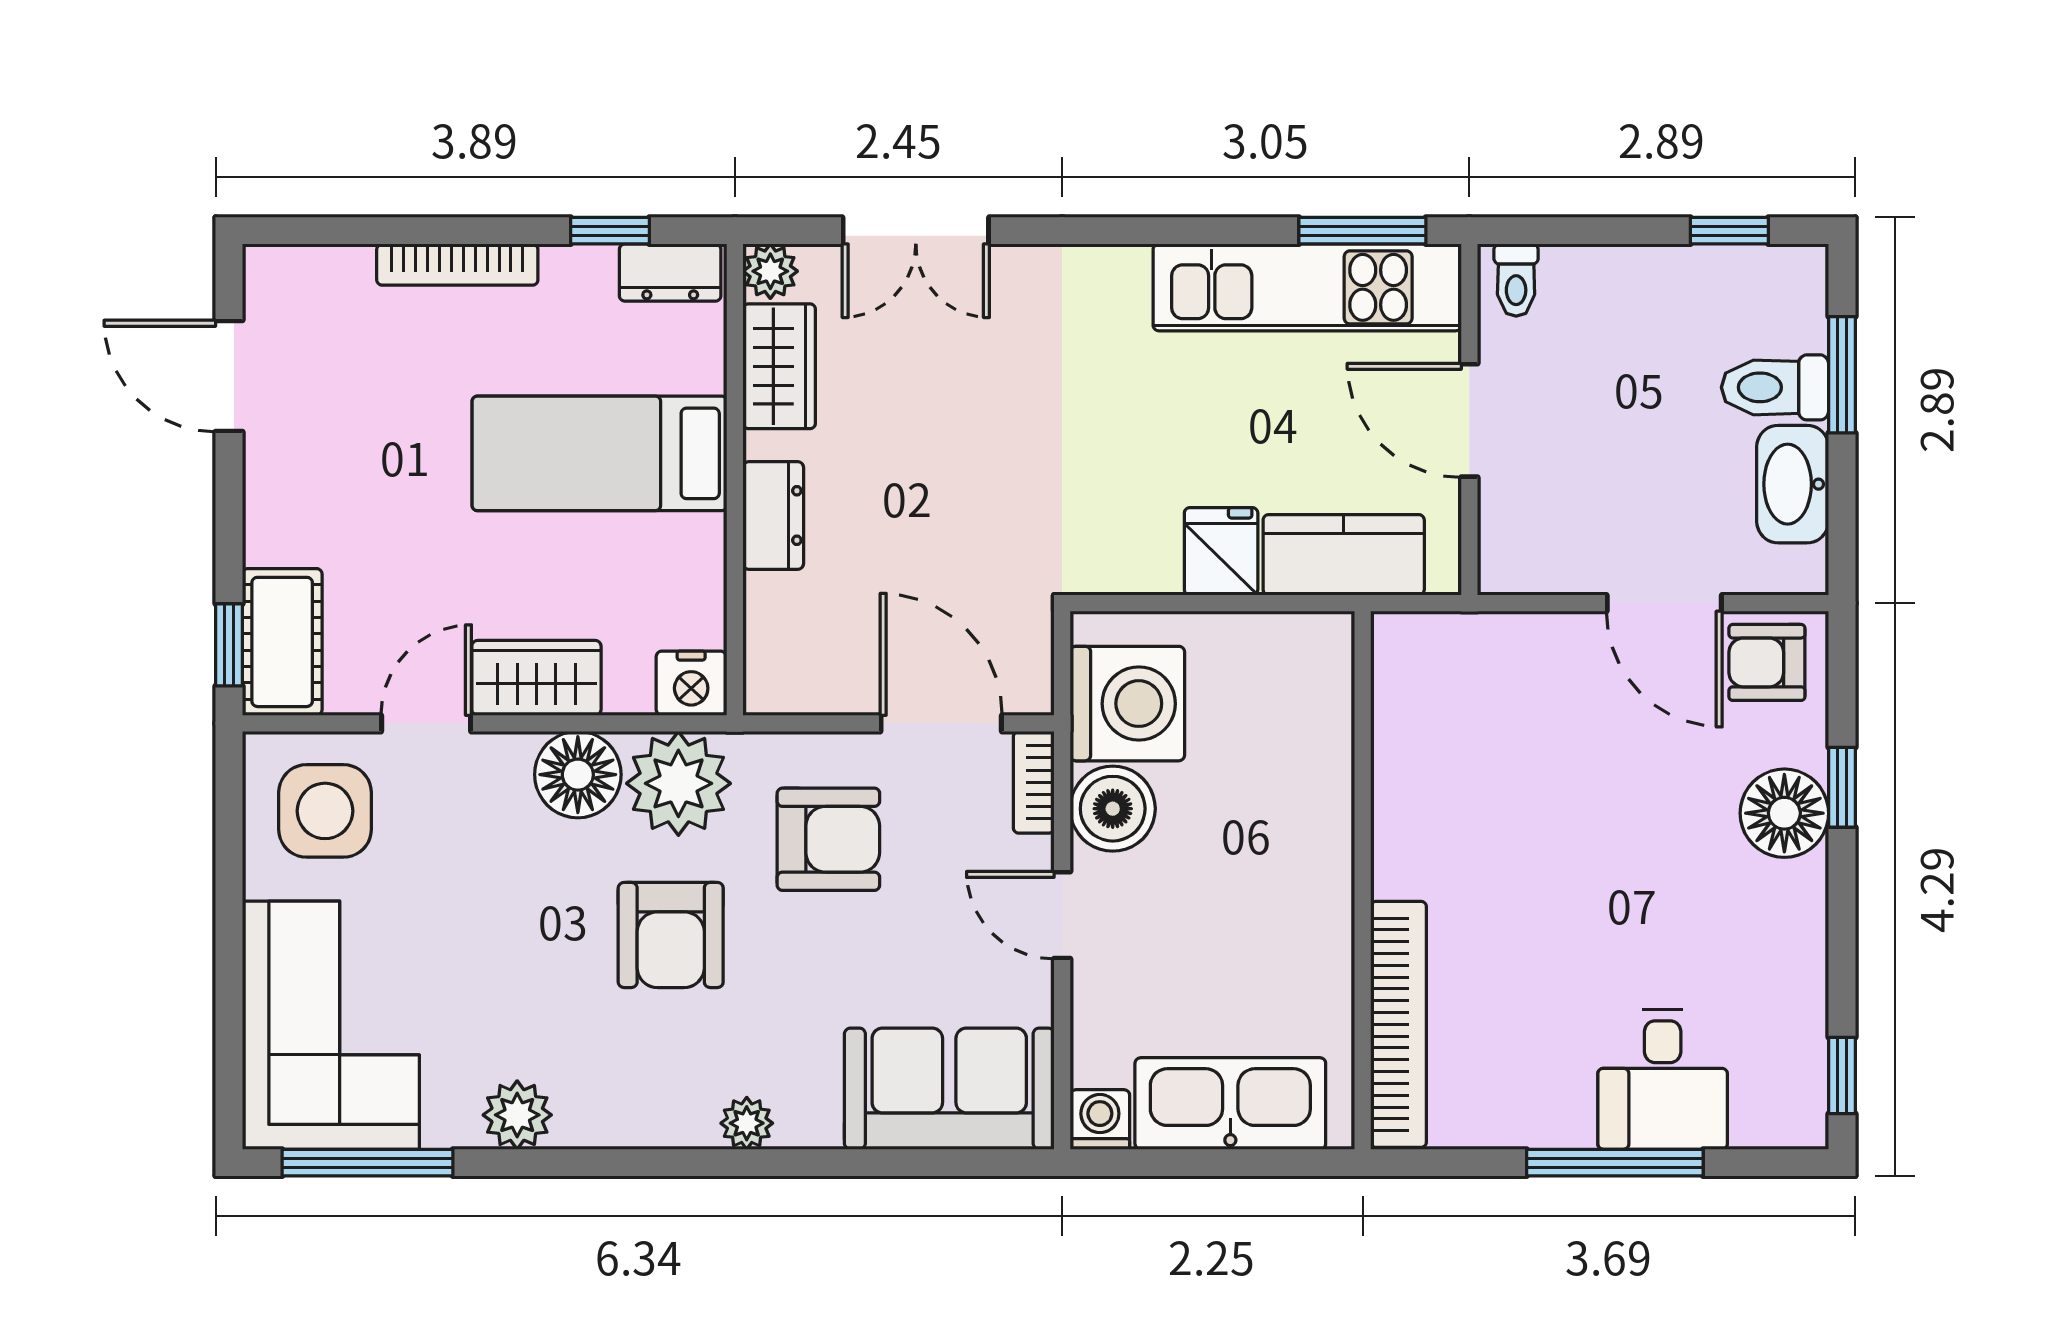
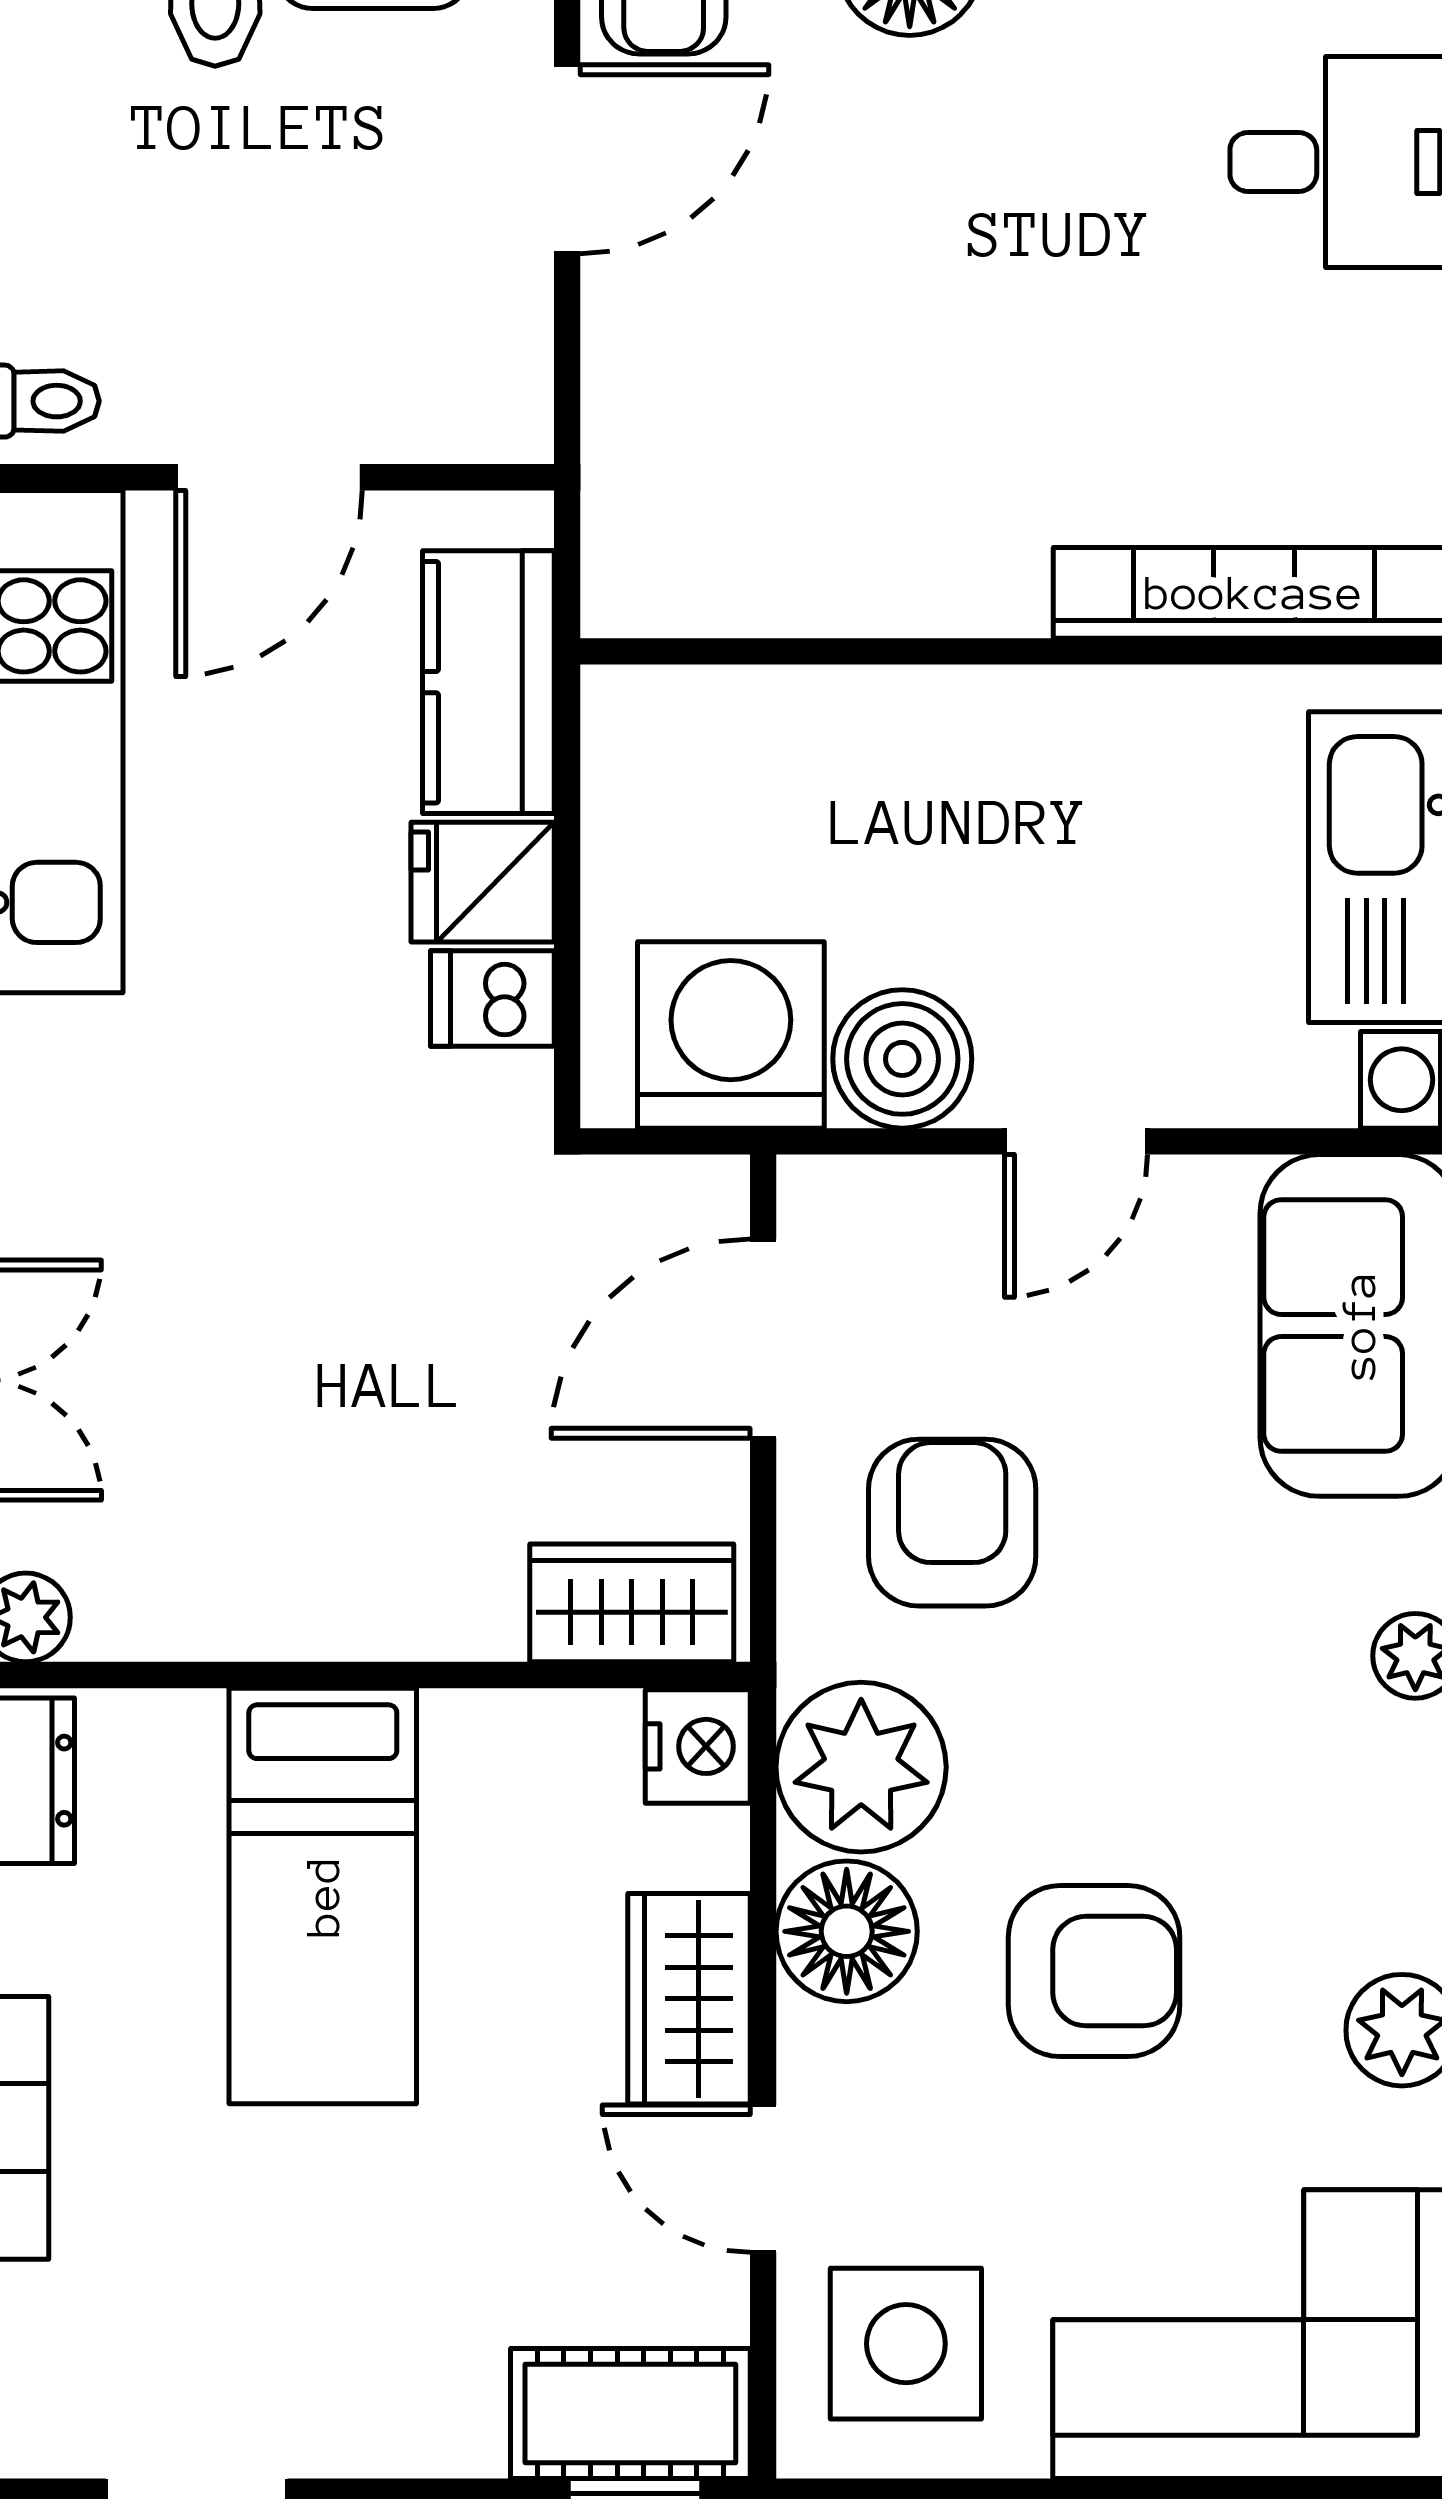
wardrobe: (779, 366) -> (632, 1603), moved
dresser: (773, 515) -> (424, 1613), removed
dishwasher: (1150, 557) -> (492, 999), added
bookcase: (1034, 782) -> (859, 1188), removed
armchair: (671, 935) -> (1094, 1971), moved

